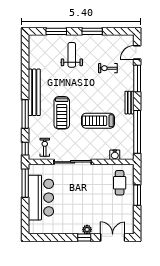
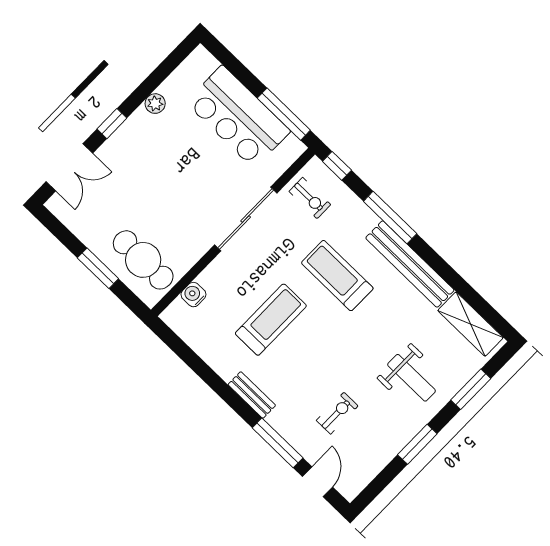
shelving: (35, 53) -> (470, 324), added
window: (137, 132) -> (195, 363), removed
cafe table: (120, 183) -> (143, 260), width x1.37, depth x1.35
plant: (87, 230) -> (155, 104), moved

